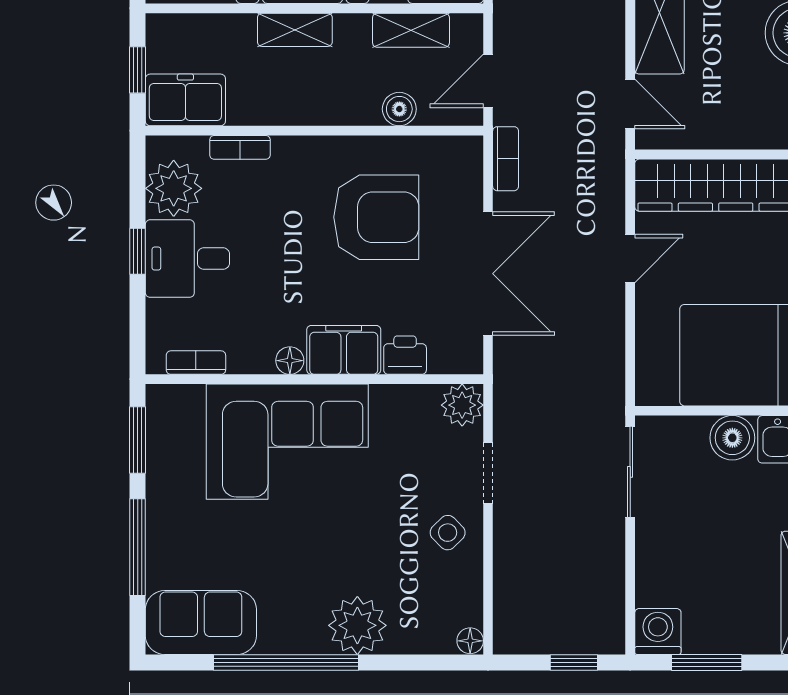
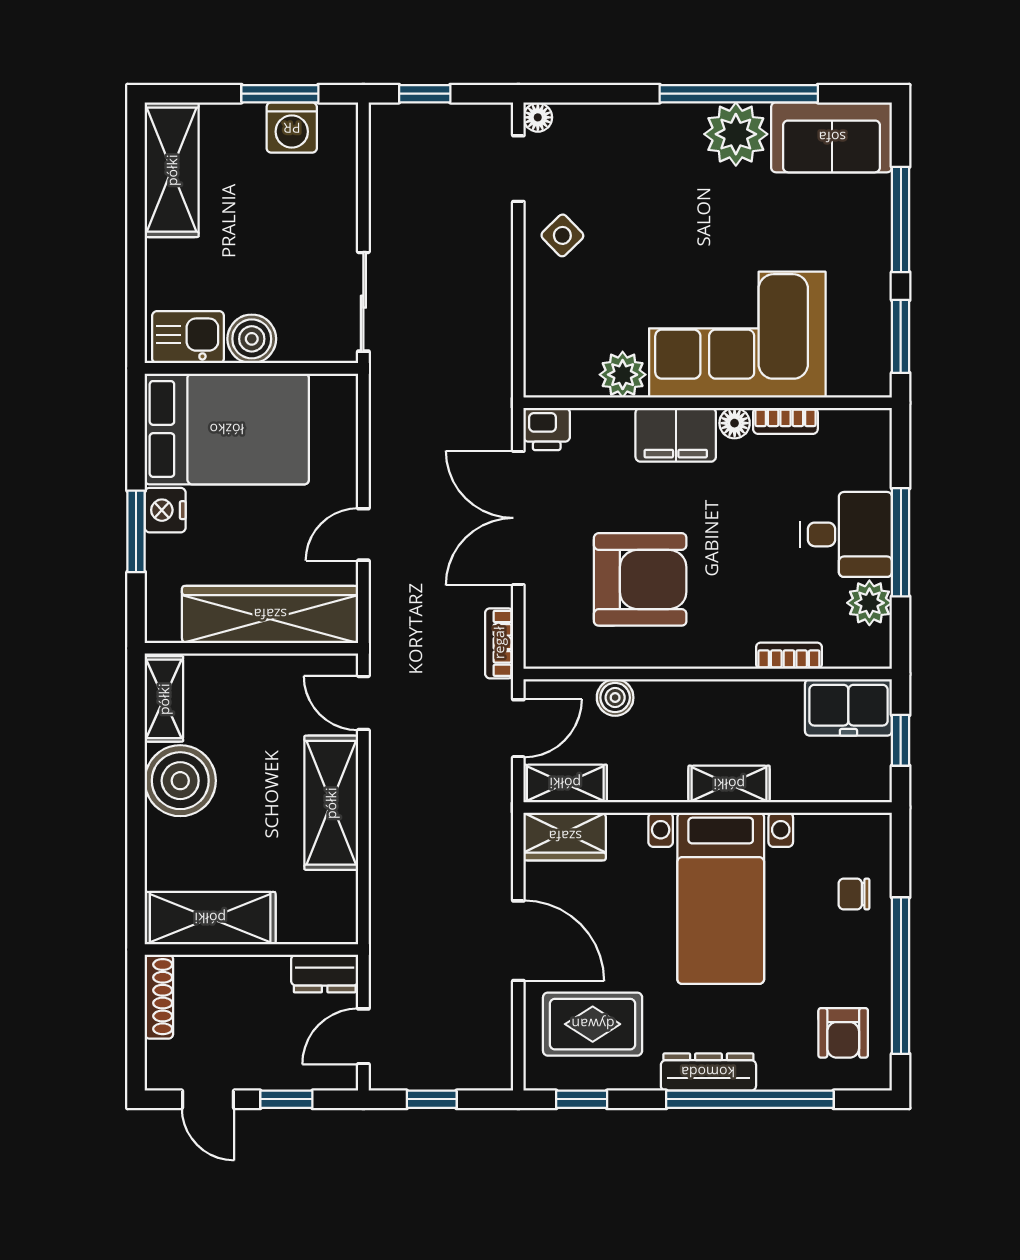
shelving: (411, 30) -> (565, 783), moved
plant: (174, 188) -> (869, 603), width x0.73, depth x0.73
armchair: (376, 217) -> (640, 579), turned 180
window: (138, 251) -> (901, 542), width x2.17
printer: (405, 355) -> (547, 429), moved
bookcase: (196, 363) -> (785, 421), moved
plant: (462, 405) -> (623, 375), moved
doorway: (488, 473) -> (518, 169), moved
plant: (357, 625) -> (736, 134), moved
washing machine: (658, 631) -> (292, 128), moved

